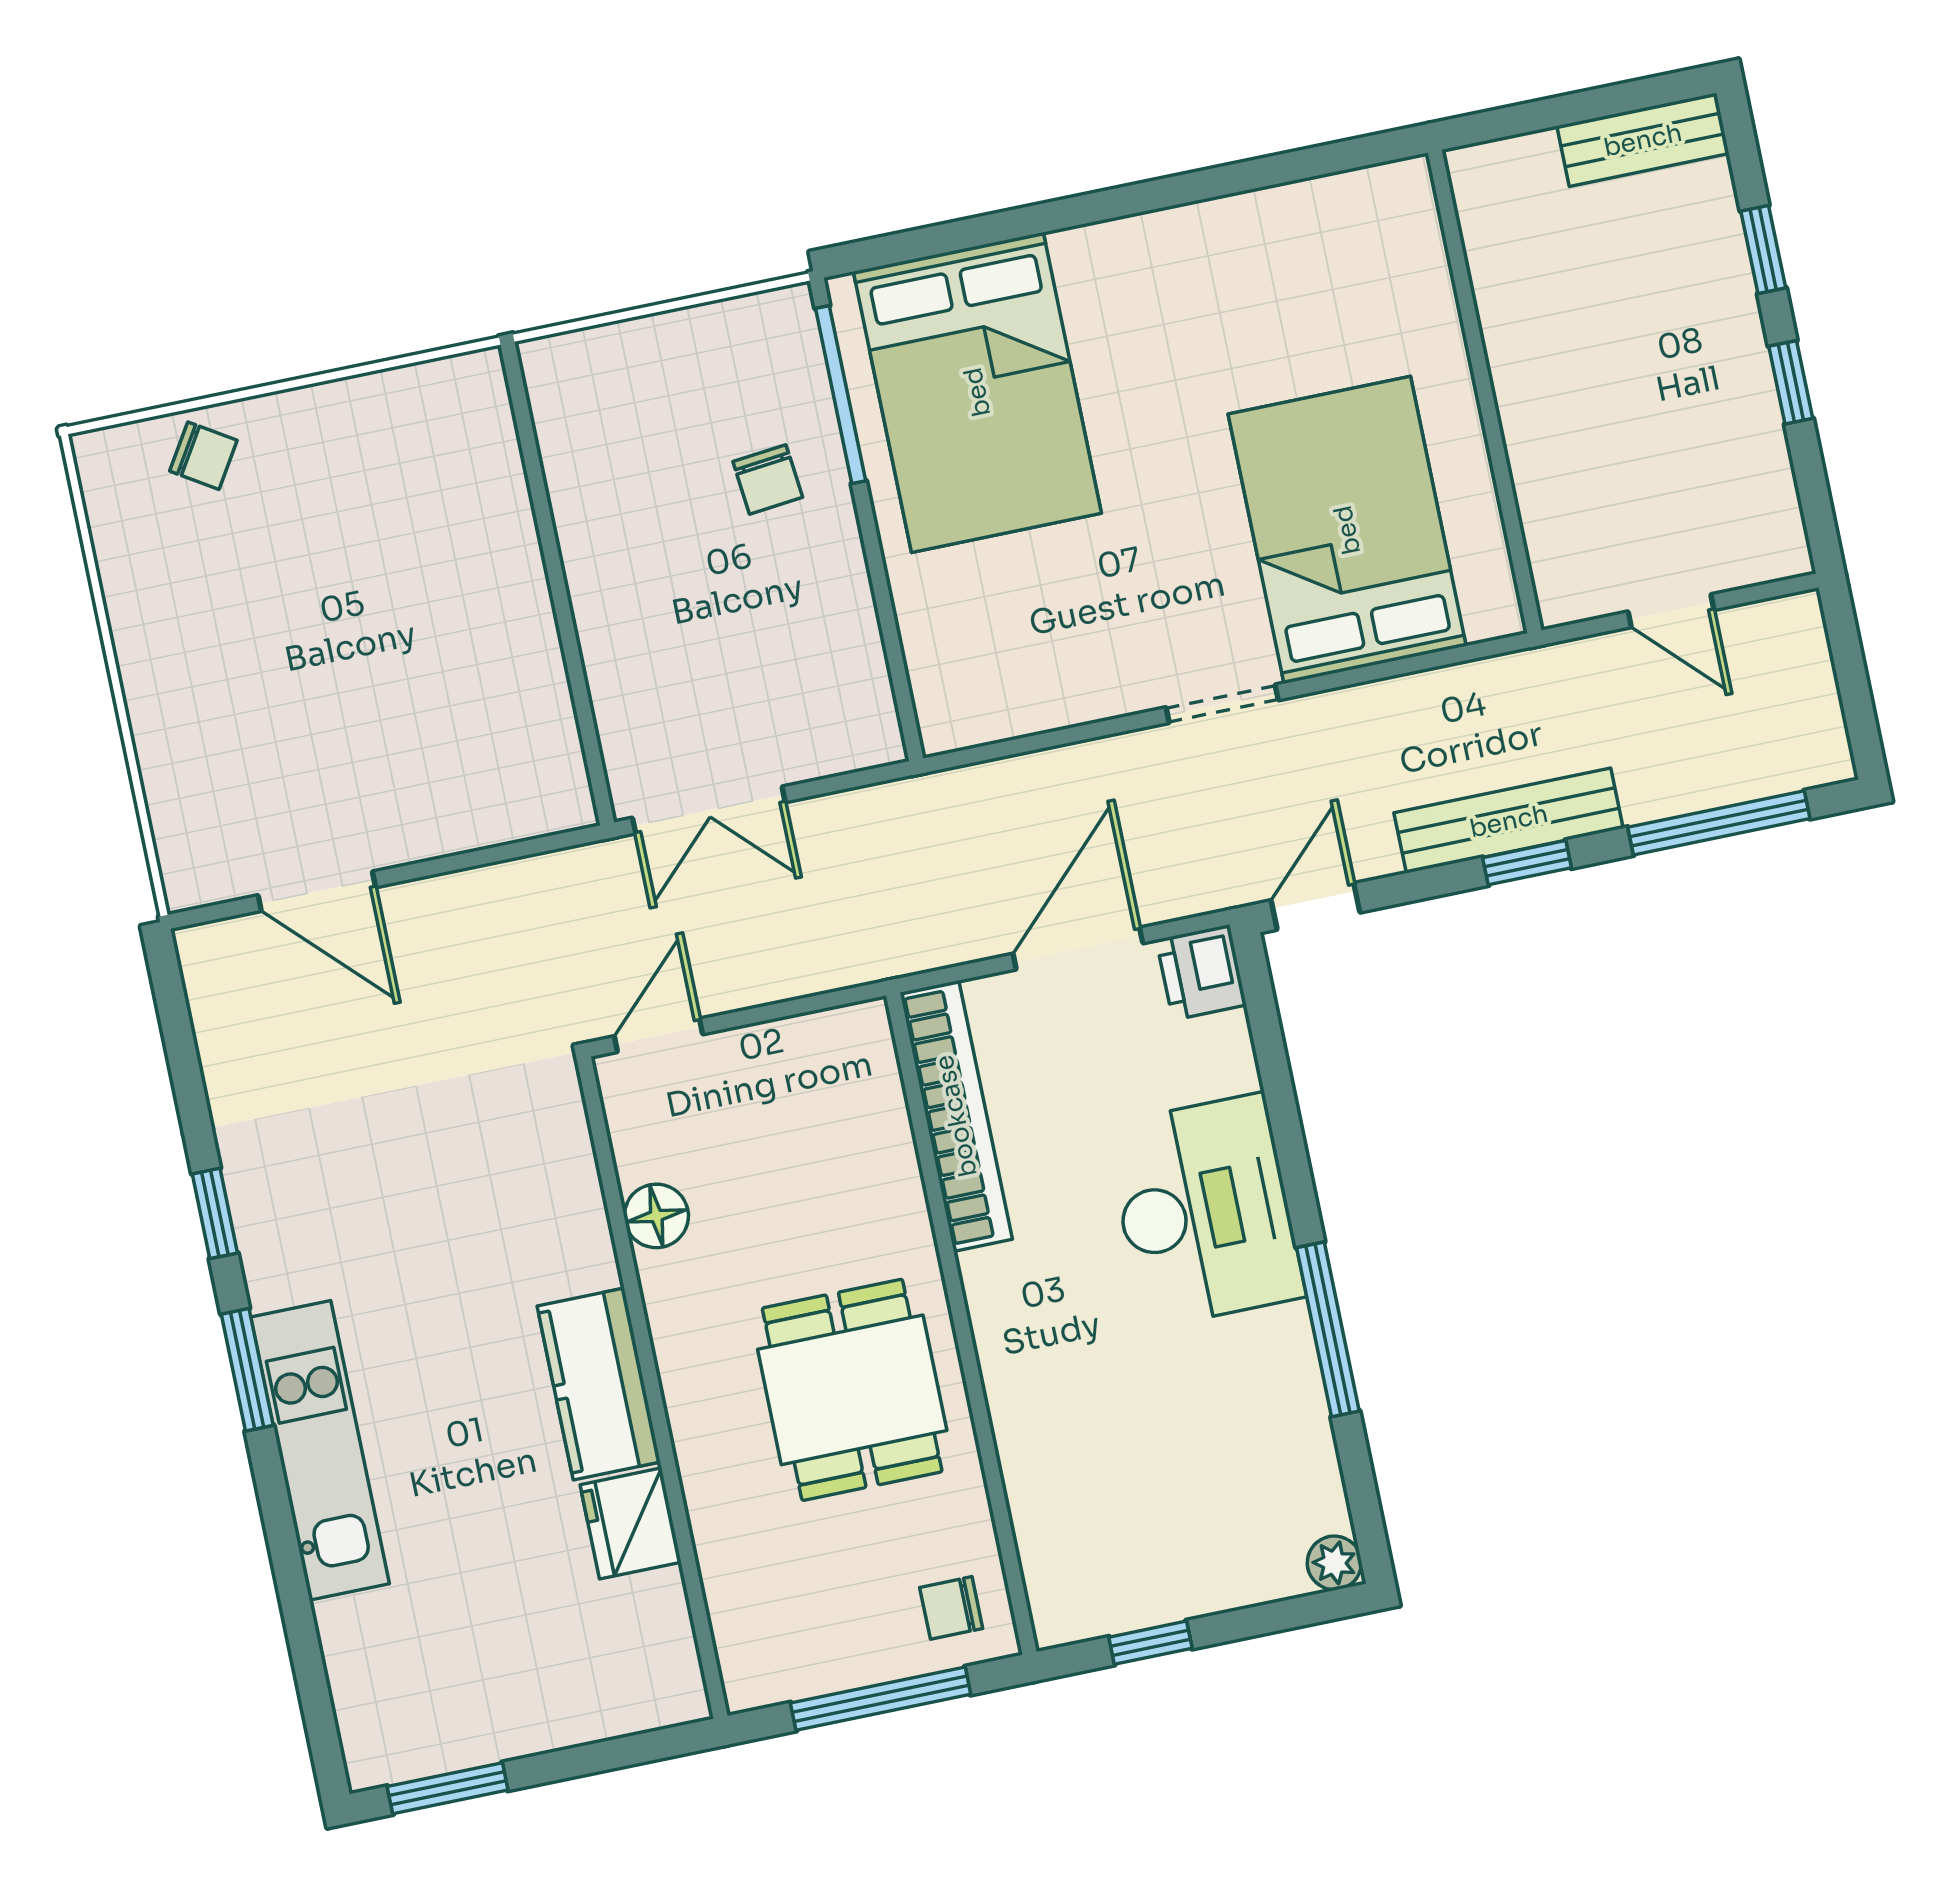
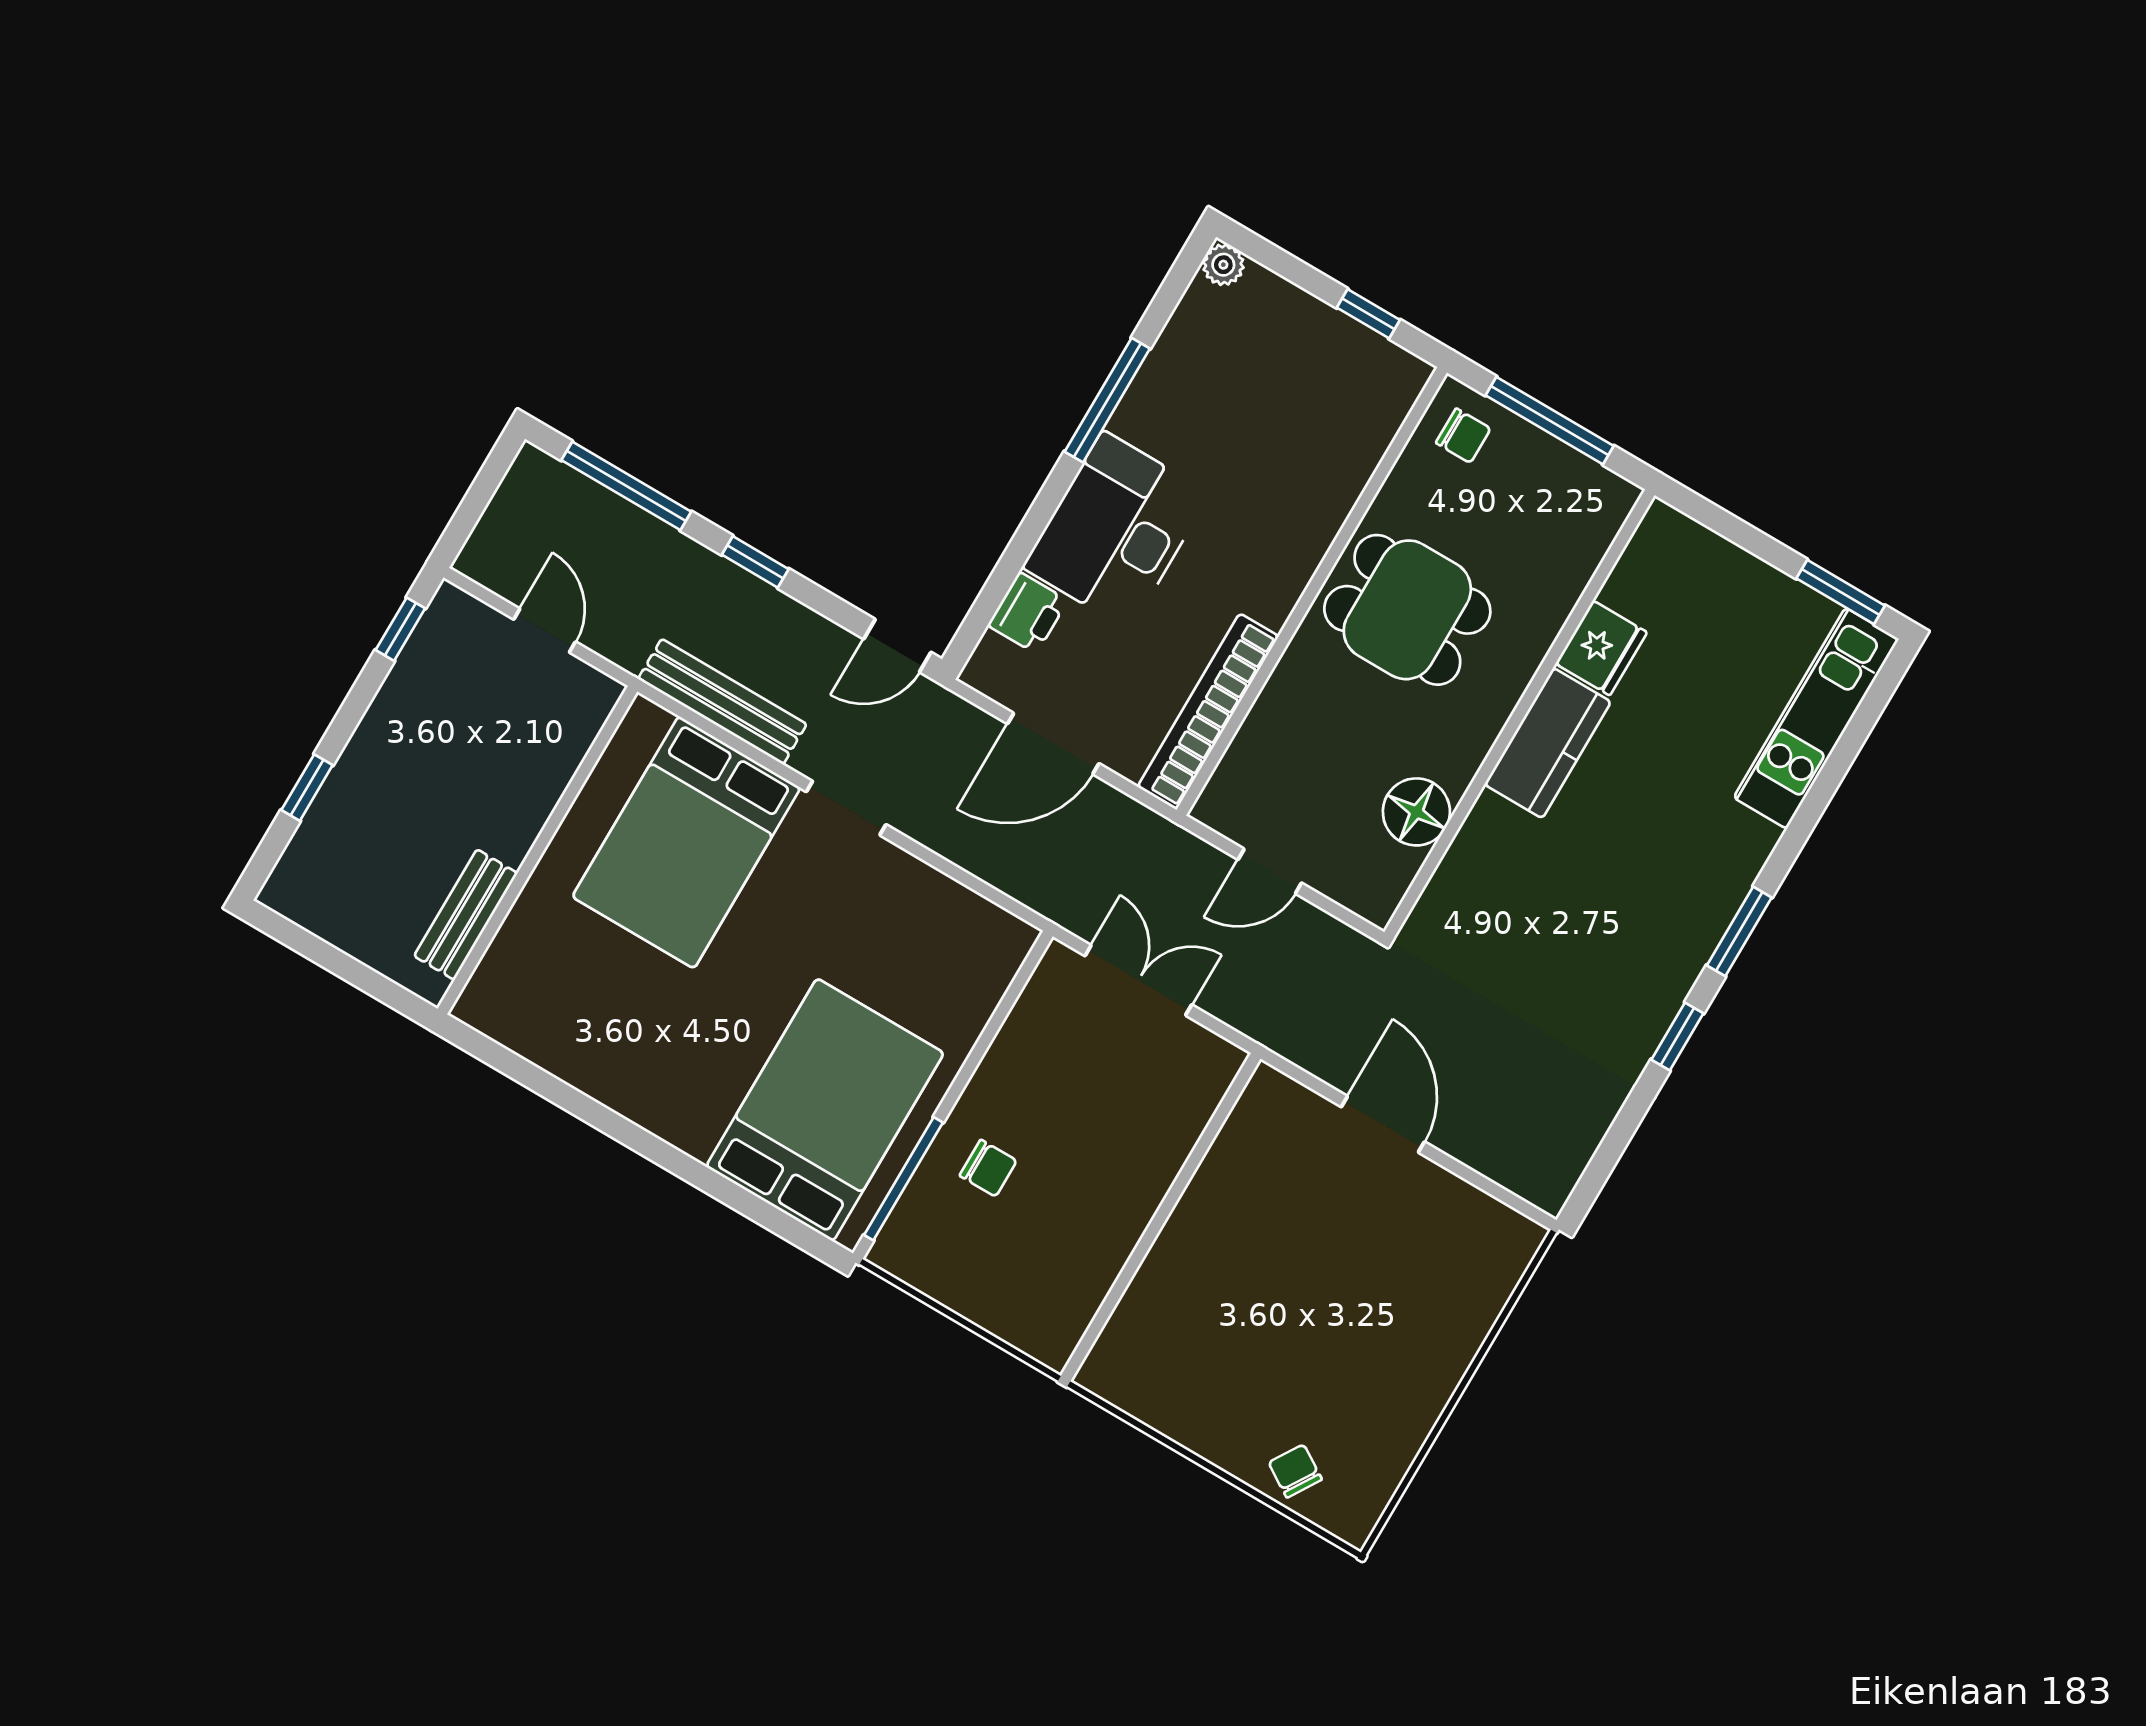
bench: (1643, 140) -> (466, 915), moved, turned 90
window: (1791, 382) -> (400, 629), moved
chair: (768, 479) -> (988, 1168), turned 96
double door: (709, 810) -> (1138, 980), moved
bench: (1509, 821) -> (722, 702), moved
door: (317, 891) -> (1383, 1124), moved
printer: (1201, 972) -> (1028, 613), moved
door: (658, 1035) -> (1270, 871), moved
floor lamp: (656, 1216) -> (1416, 812), width x1.38, depth x1.38
dining table: (852, 1390) -> (1407, 610), turned 90
kitchen unit: (320, 1450) -> (1816, 718), moved

